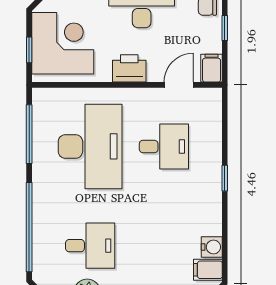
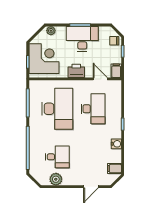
door: (179, 85) -> (100, 79), hinge flipped
desk: (164, 146) -> (93, 109), width x1.37
water cooler: (212, 247) -> (116, 144), moved

